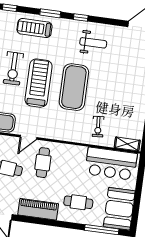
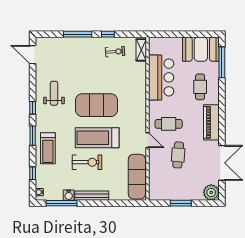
exercise bike: (98, 127) -> (115, 52), moved
bar counter: (111, 164) -> (161, 77), moved

